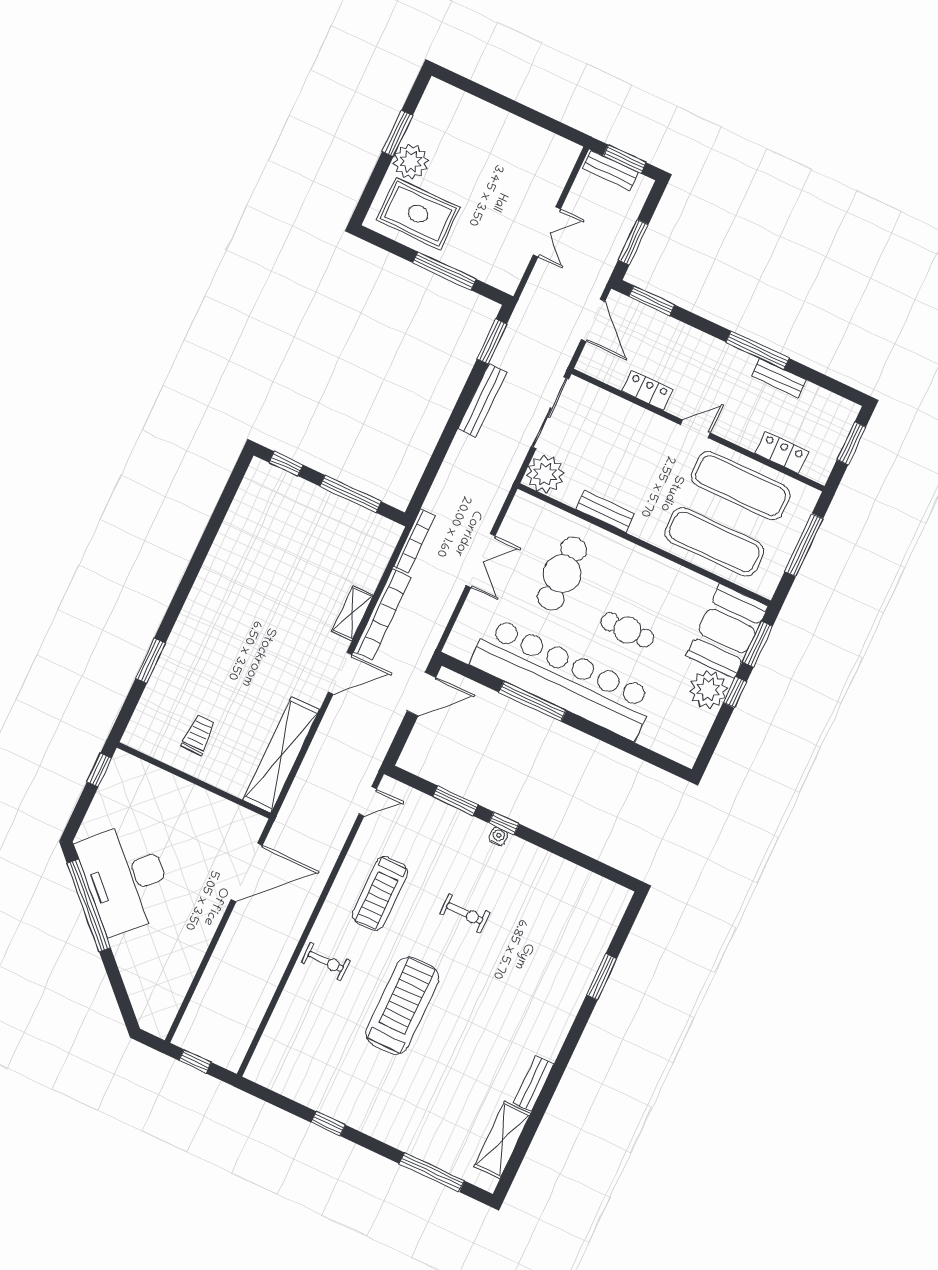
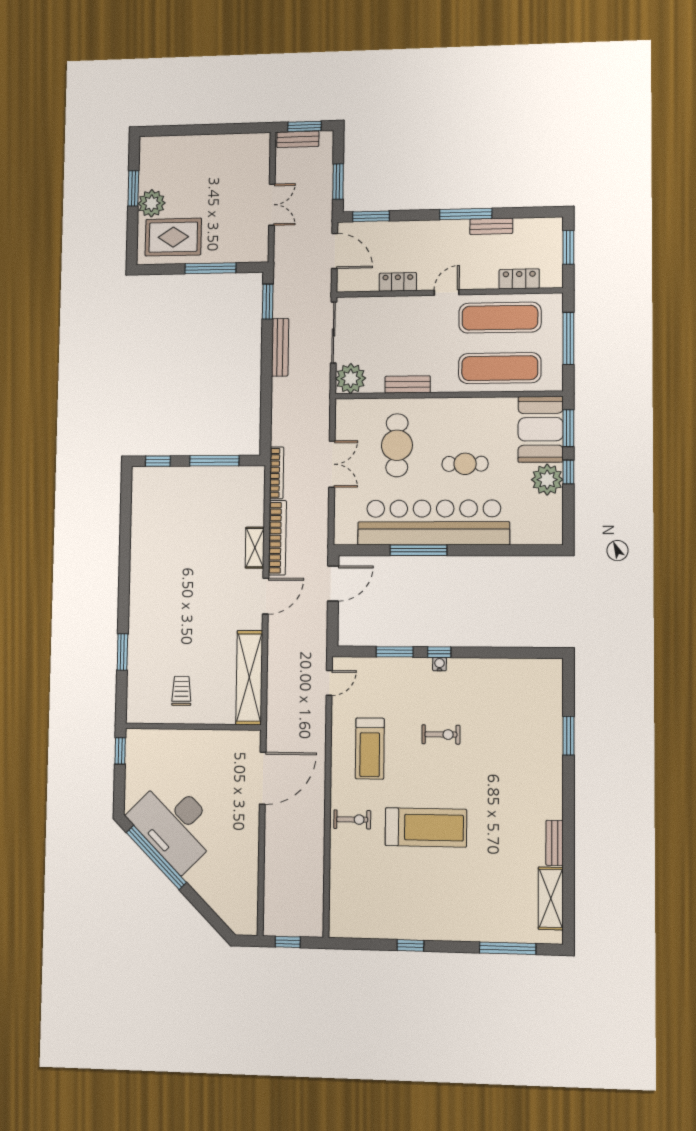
treadmill: (402, 1006) -> (426, 827), turned 90

